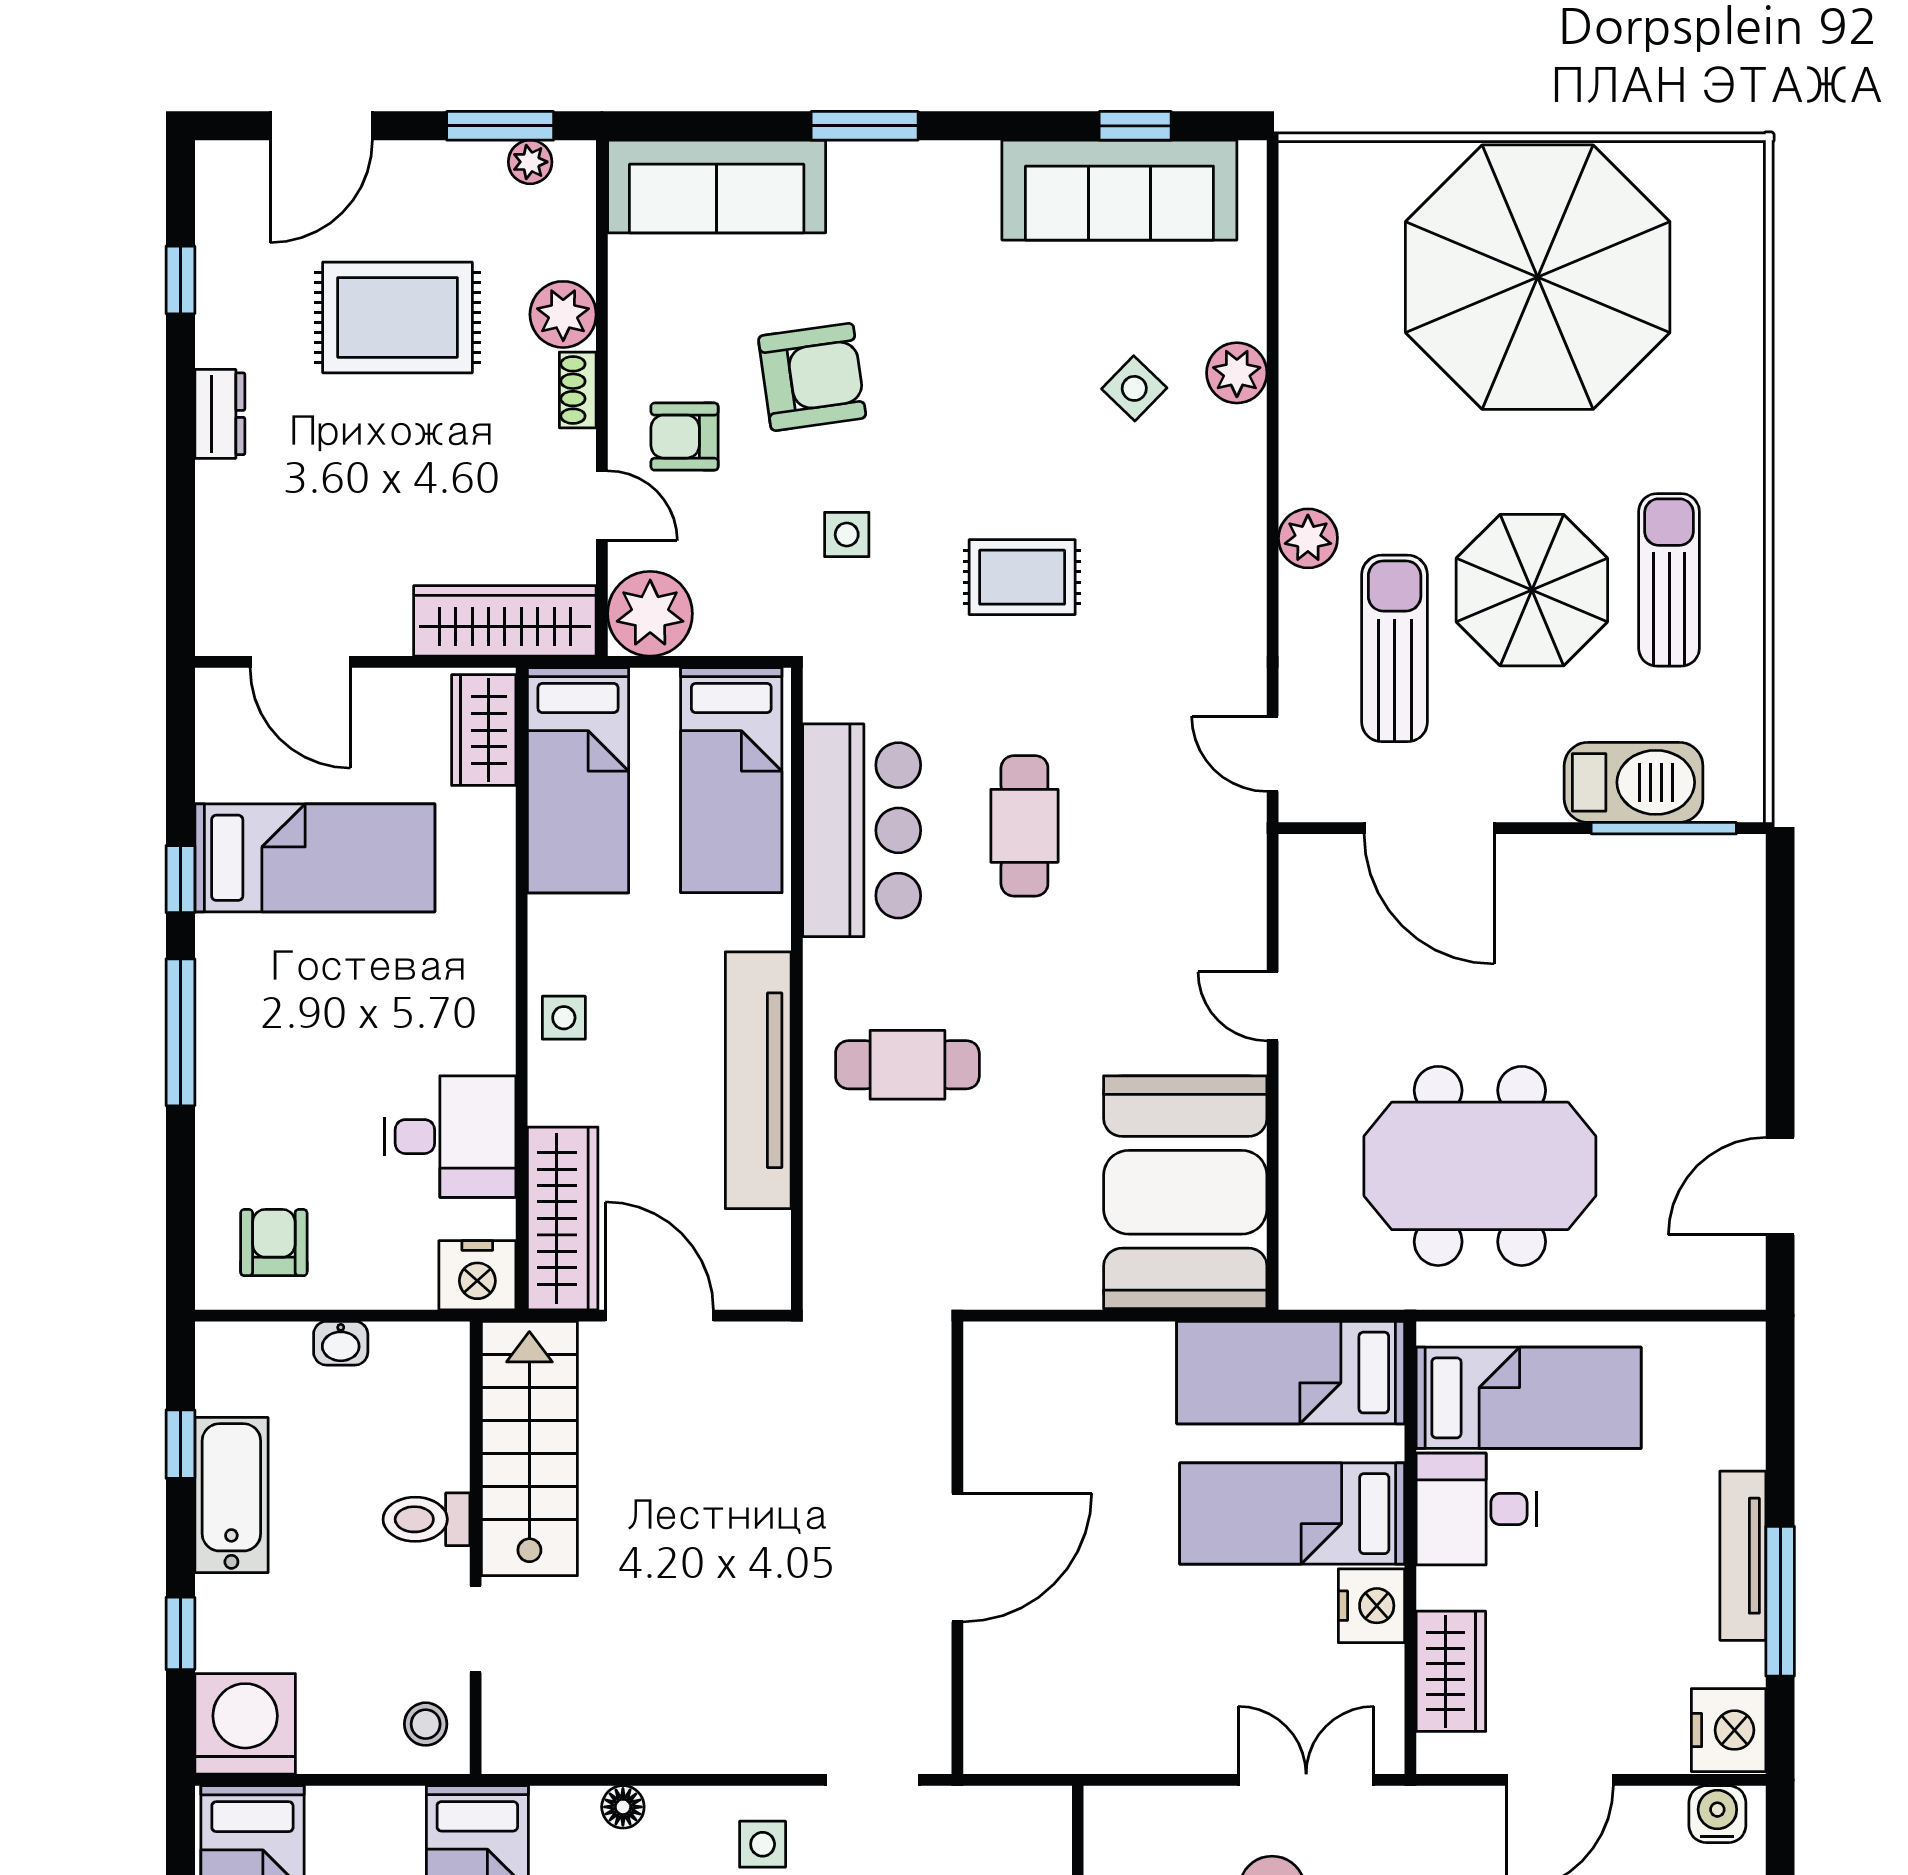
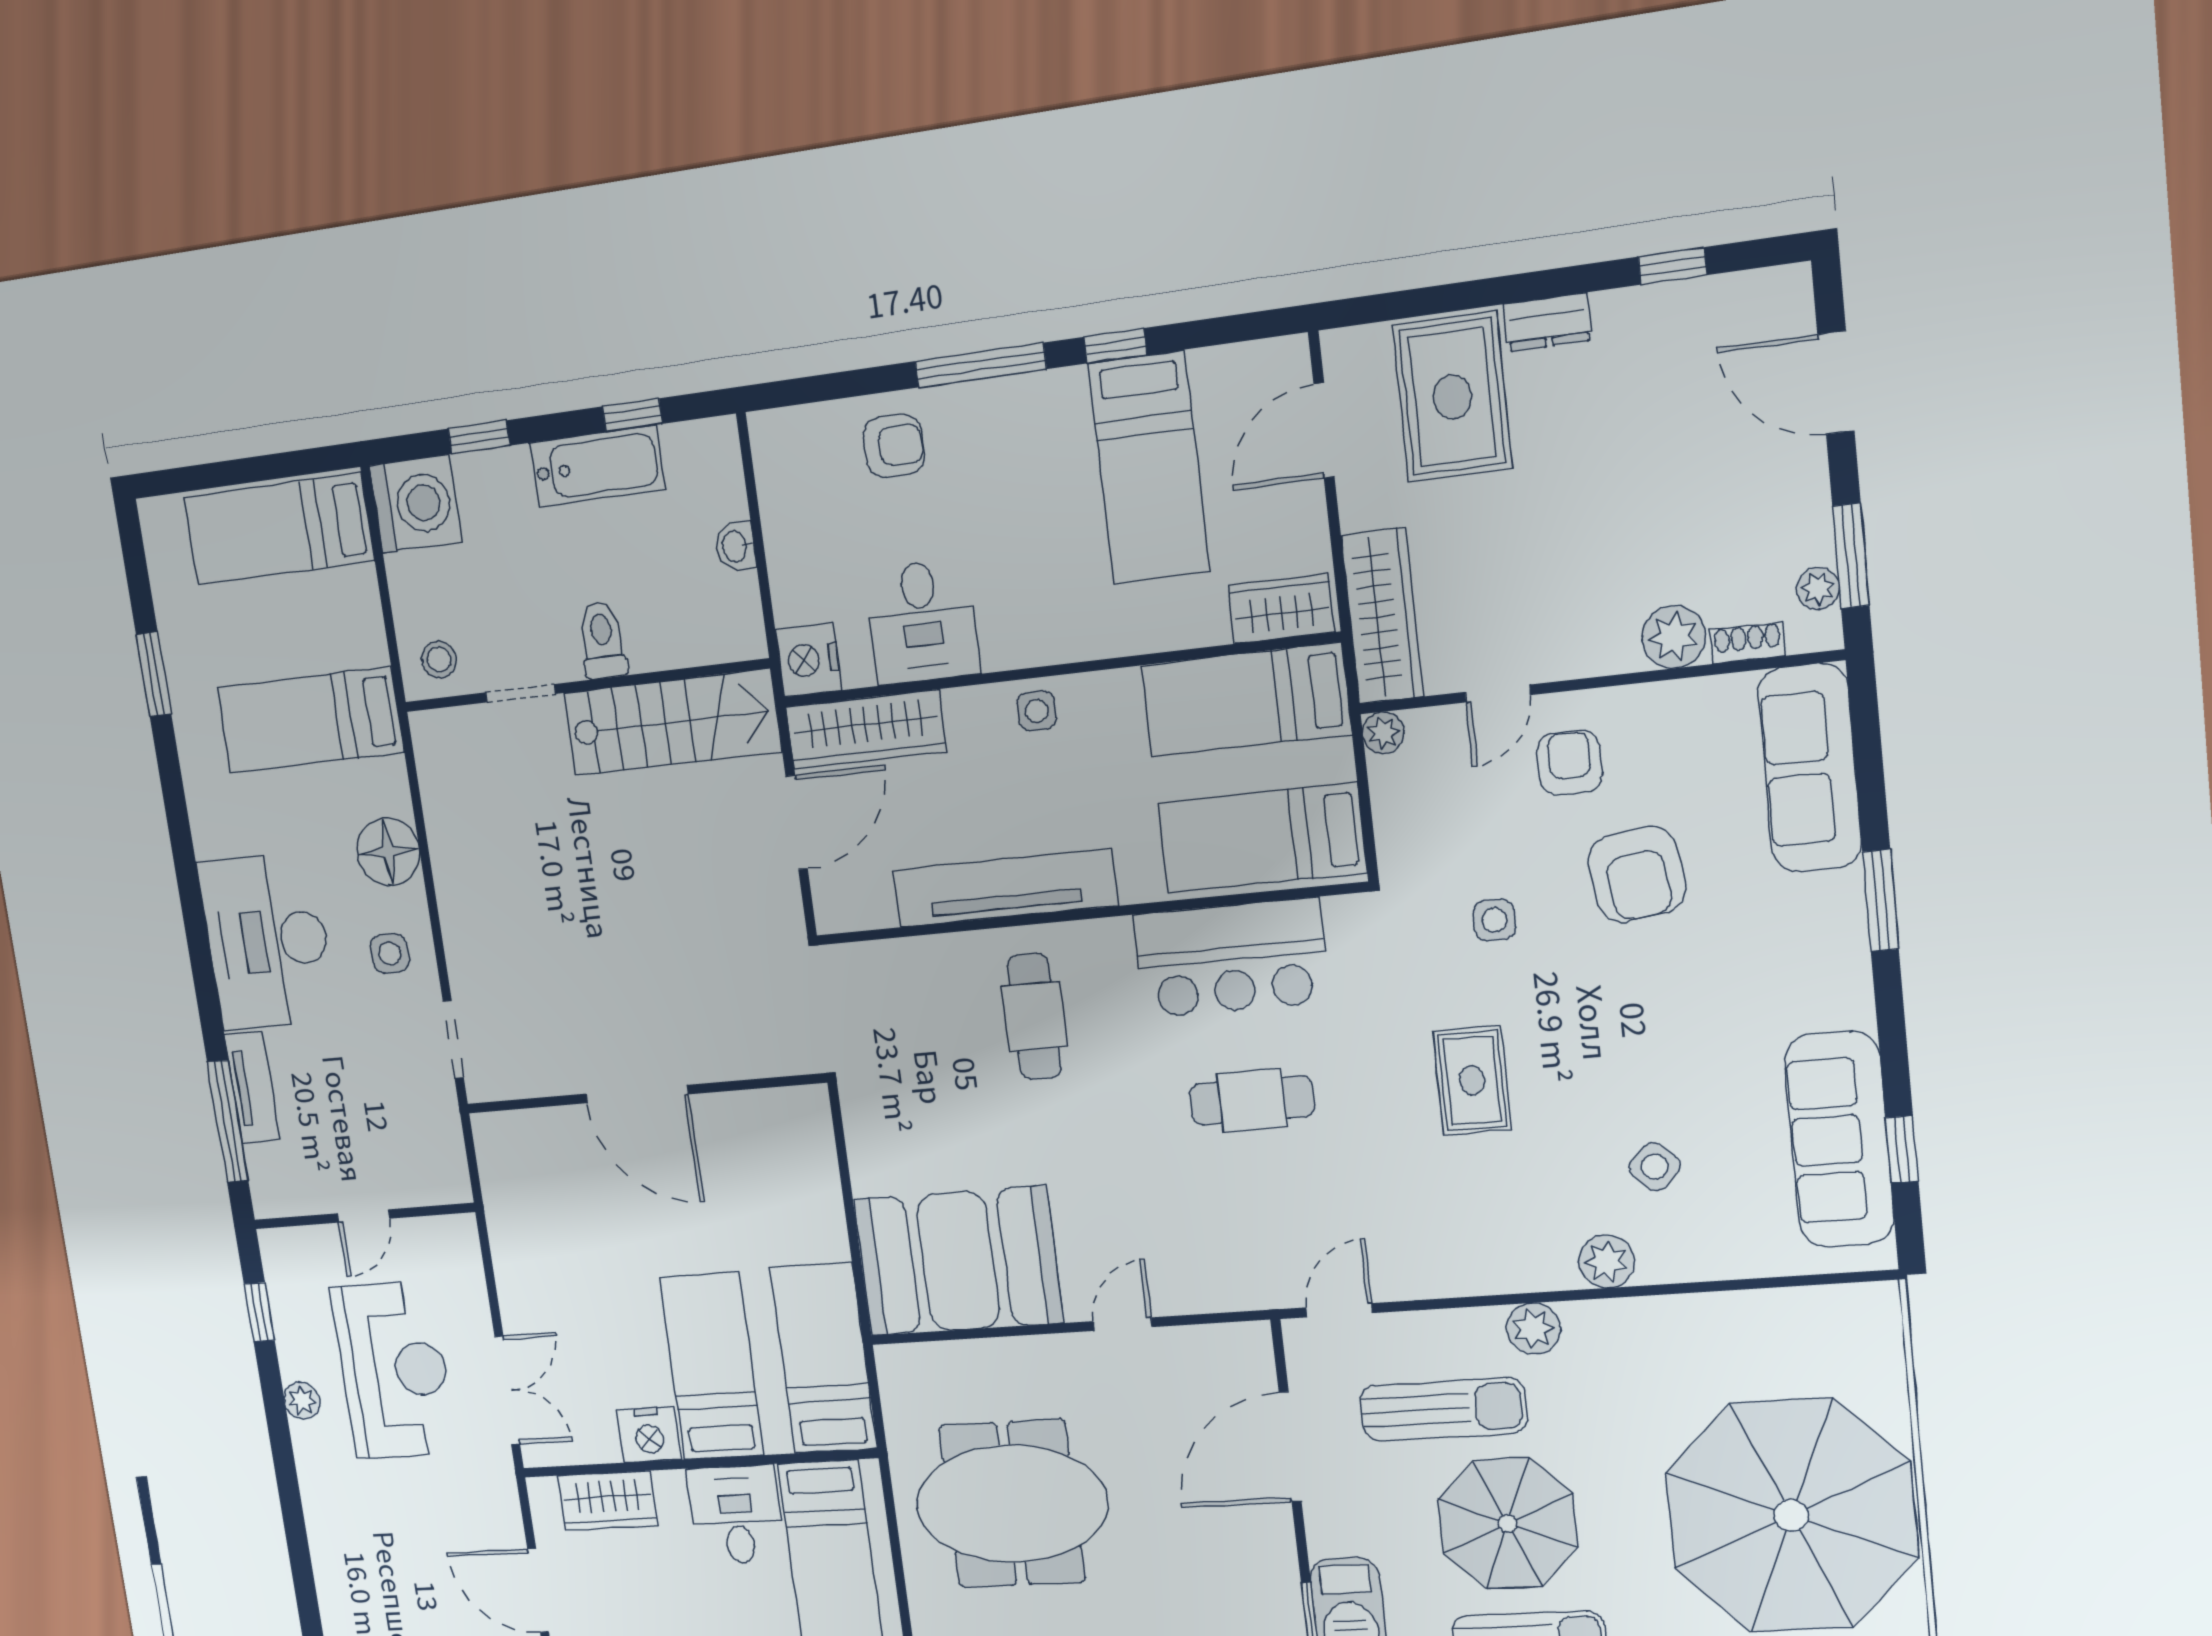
rug: (398, 317) -> (1452, 397), moved
plant: (1237, 373) -> (1606, 1261), moved
shoe rack: (578, 390) -> (1747, 643), moved
plant: (650, 614) -> (1383, 733), width x0.53, depth x0.53
meeting table: (1480, 1166) -> (1012, 1504), turned 90
armchair: (274, 1243) -> (894, 446), moved
floor lamp: (623, 1807) -> (388, 852), width x1.89, depth x1.89

